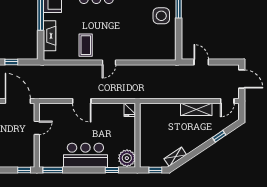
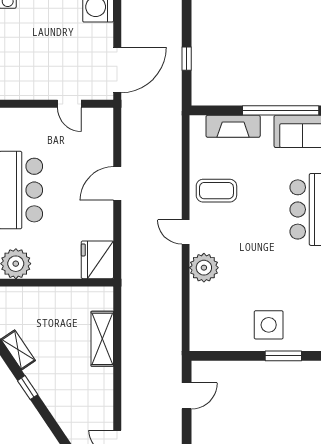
plant: (129, 52) -> (204, 268), added
shelving: (196, 109) -> (102, 339), moved
fridge: (130, 110) -> (97, 260), width x1.88, depth x1.34
window: (219, 136) -> (28, 388), moved

